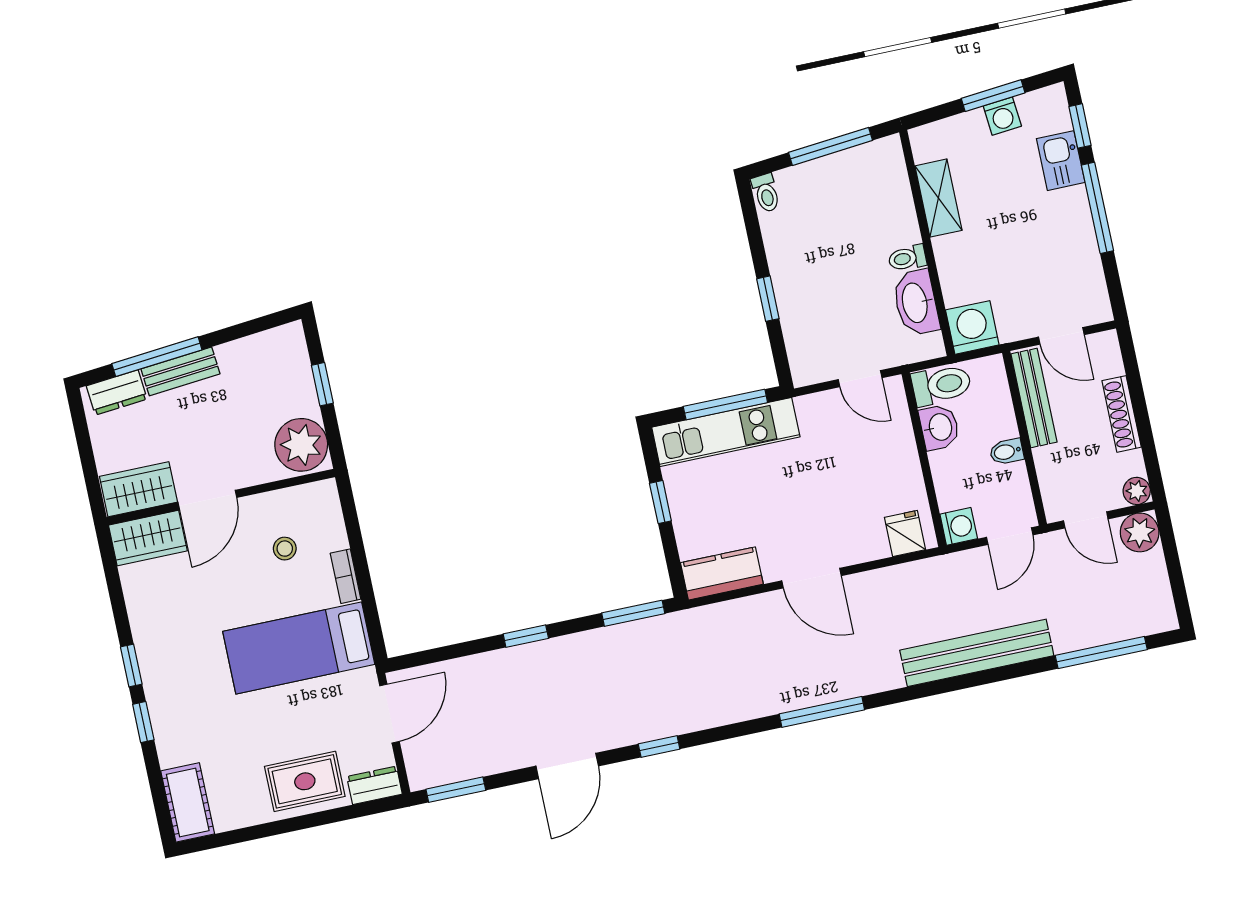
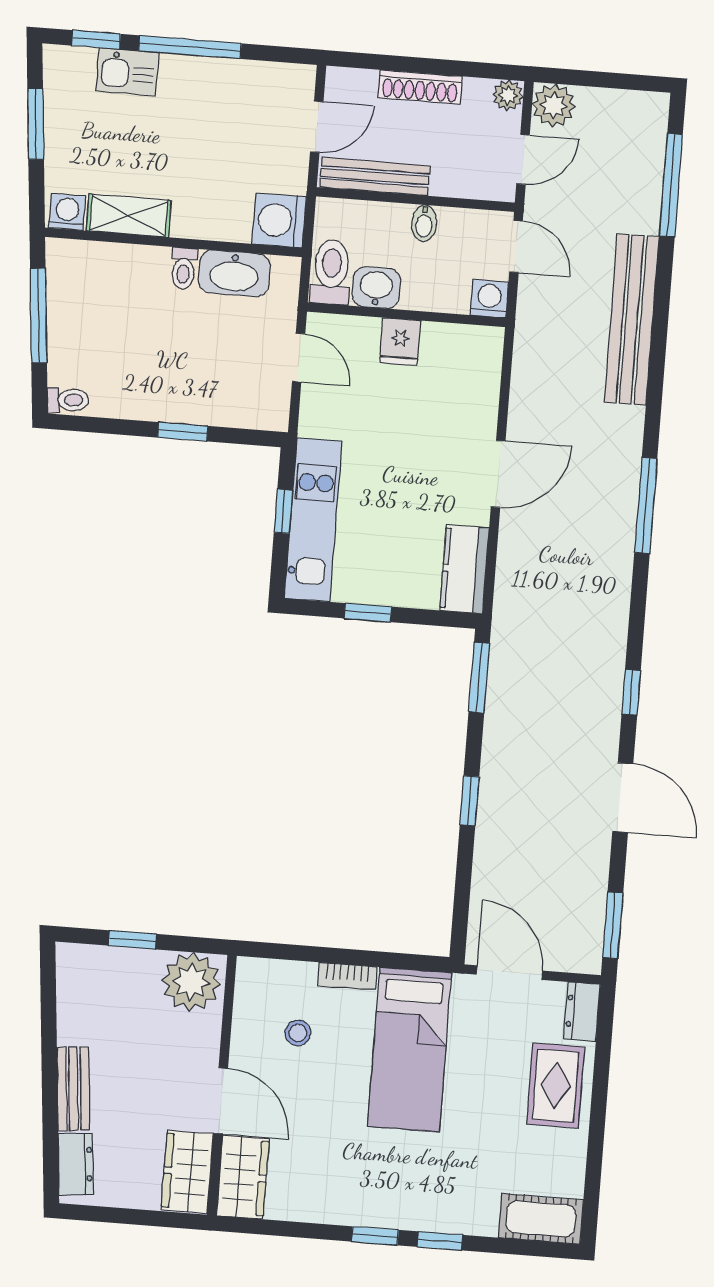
washing machine: (1002, 116) -> (67, 212), moved, turned -85
window: (157, 357) -> (50, 1110), removed
door: (860, 379) -> (299, 358), hinge flipped
window: (725, 405) -> (283, 511), width x0.46
fridge: (905, 534) -> (400, 342), moved, turned -90

